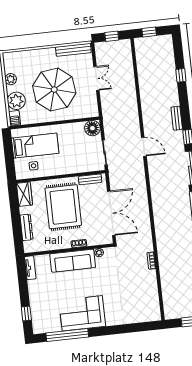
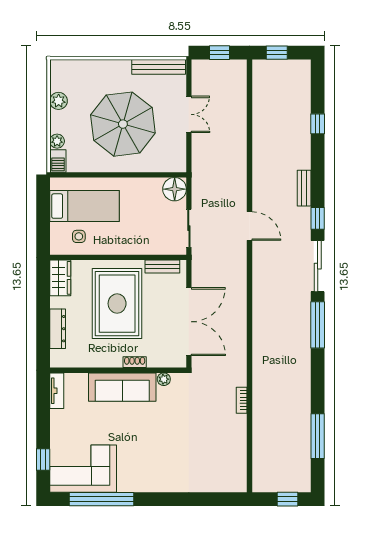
plant: (16, 101) -> (57, 141), width x0.53, depth x0.53
corner sofa: (82, 313) -> (83, 469), moved

